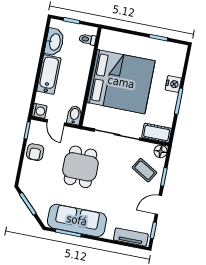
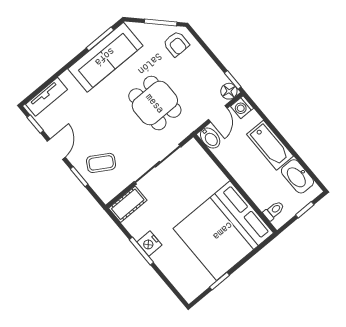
bed: (121, 82) -> (223, 231), moved
nightstand: (173, 84) -> (149, 244), moved
door: (56, 123) -> (218, 114), swing flipped
floor lamp: (161, 151) -> (229, 91), moved
armchair: (35, 152) -> (176, 44), moved, turned 180

